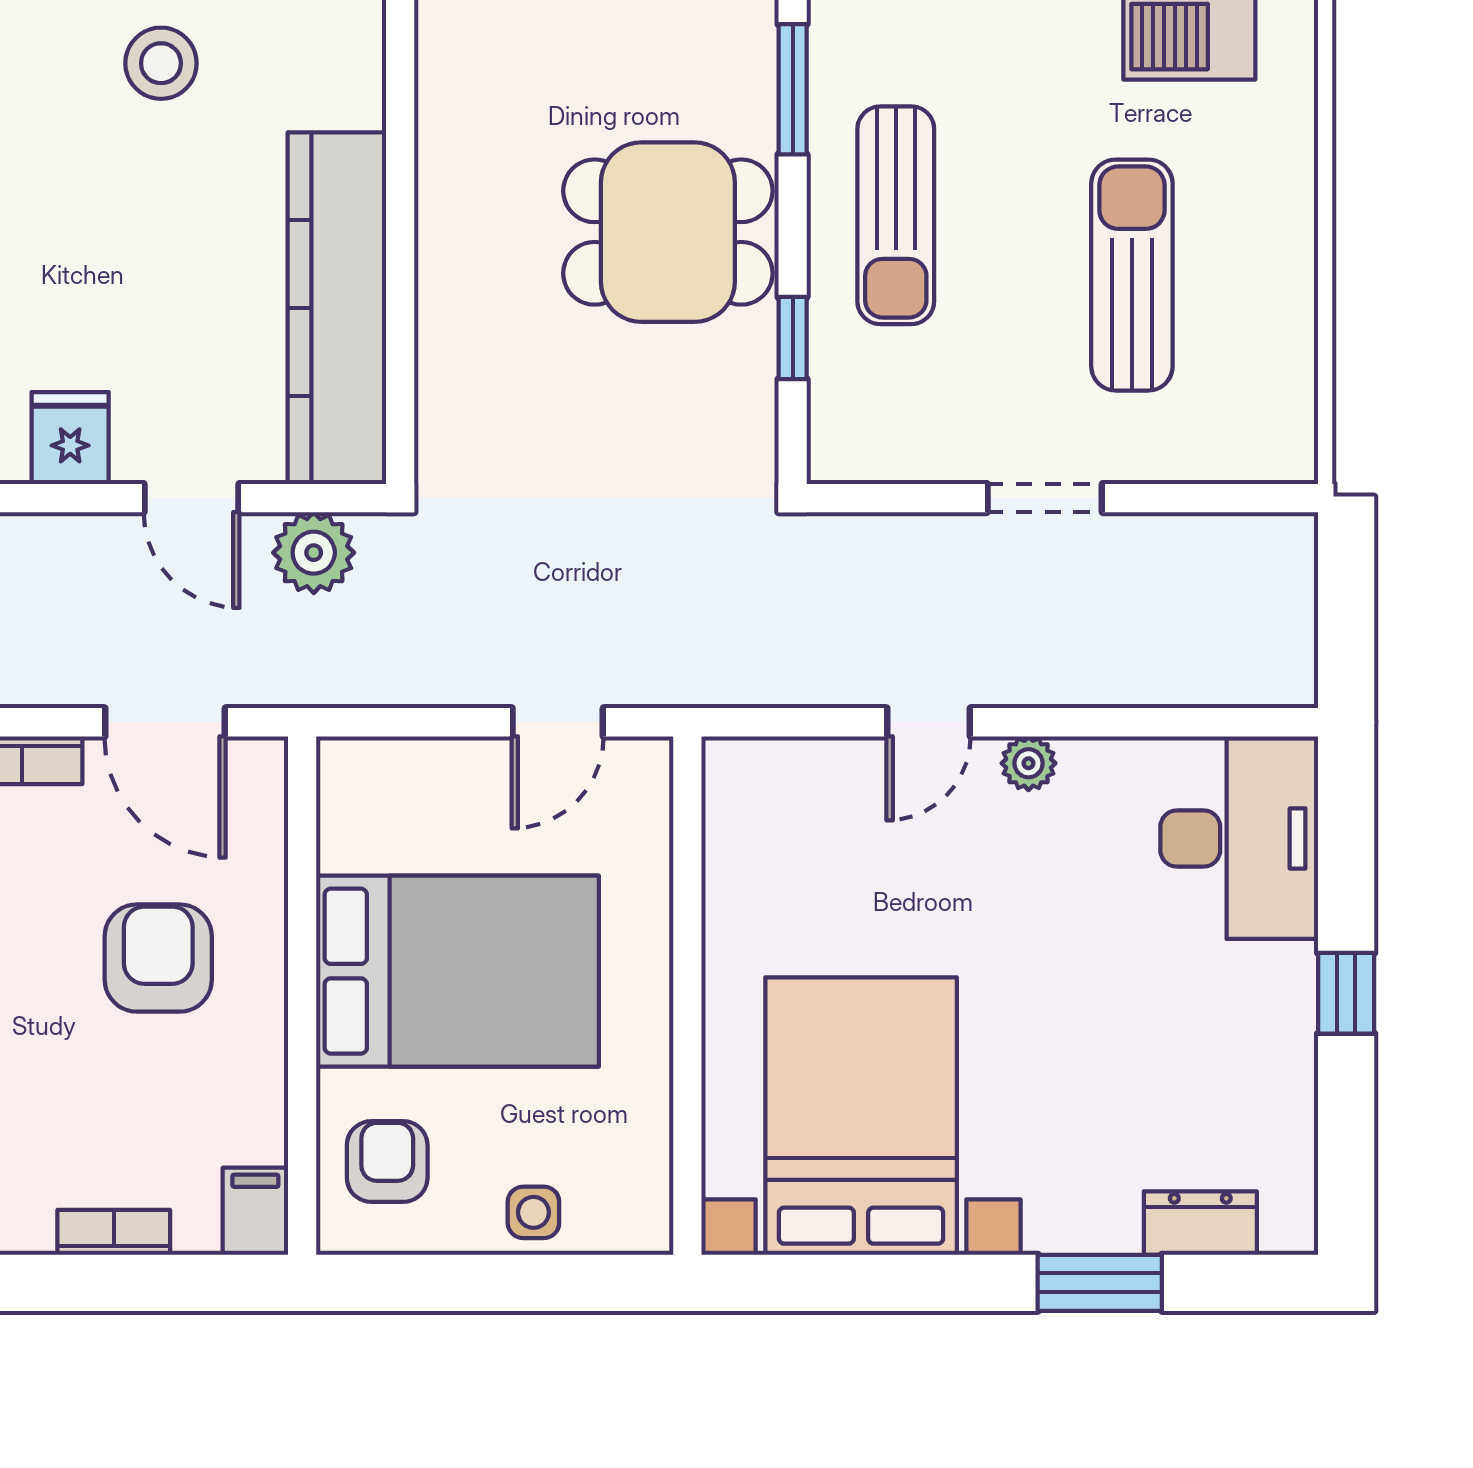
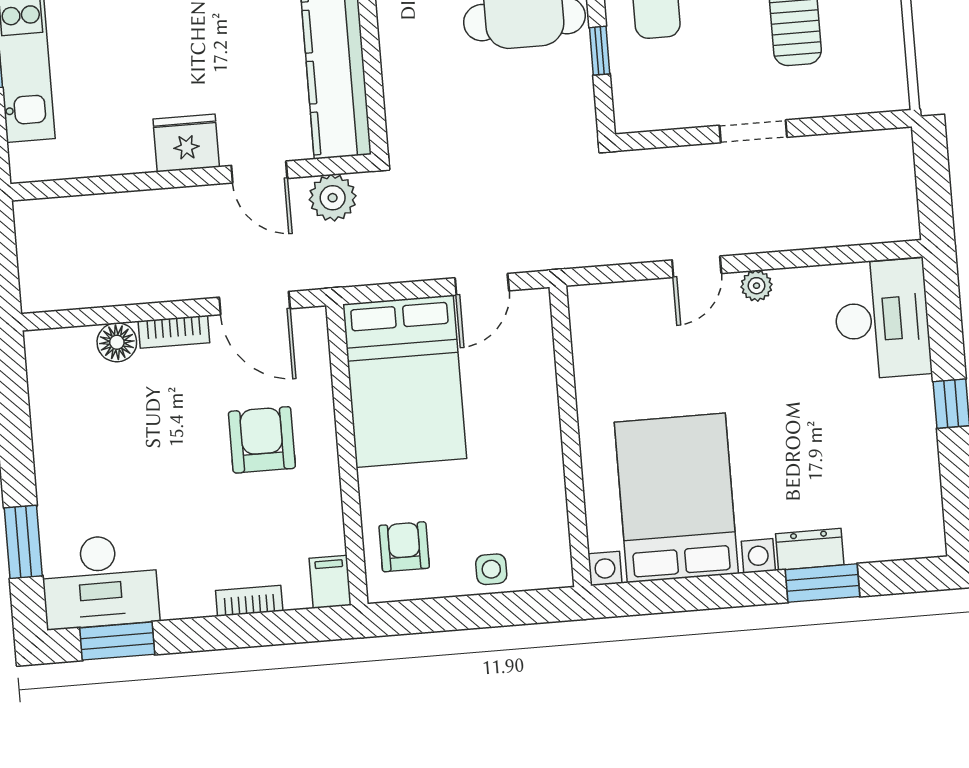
fridge: (70, 438) -> (186, 143), width x1.38
bed: (457, 971) -> (405, 381), moved, turned 90
dresser: (1200, 1223) -> (810, 549), moved

